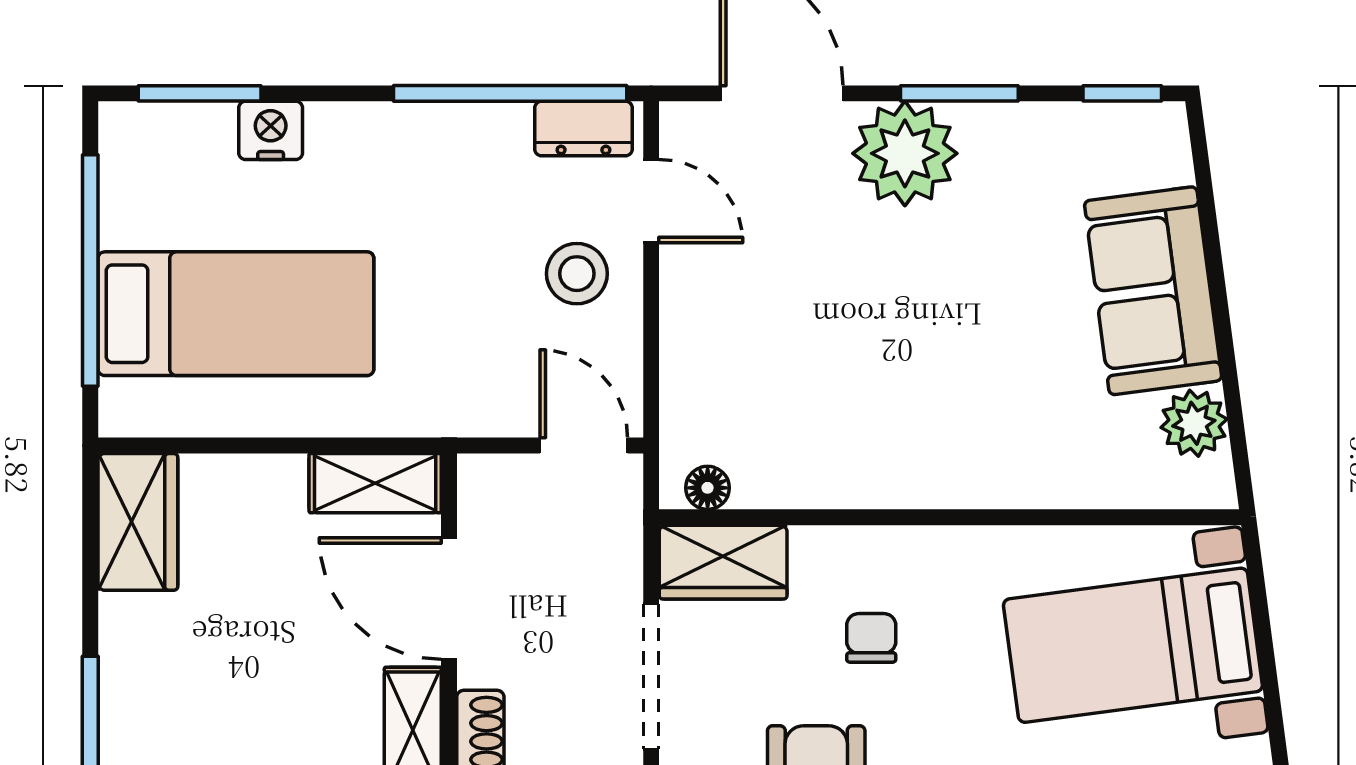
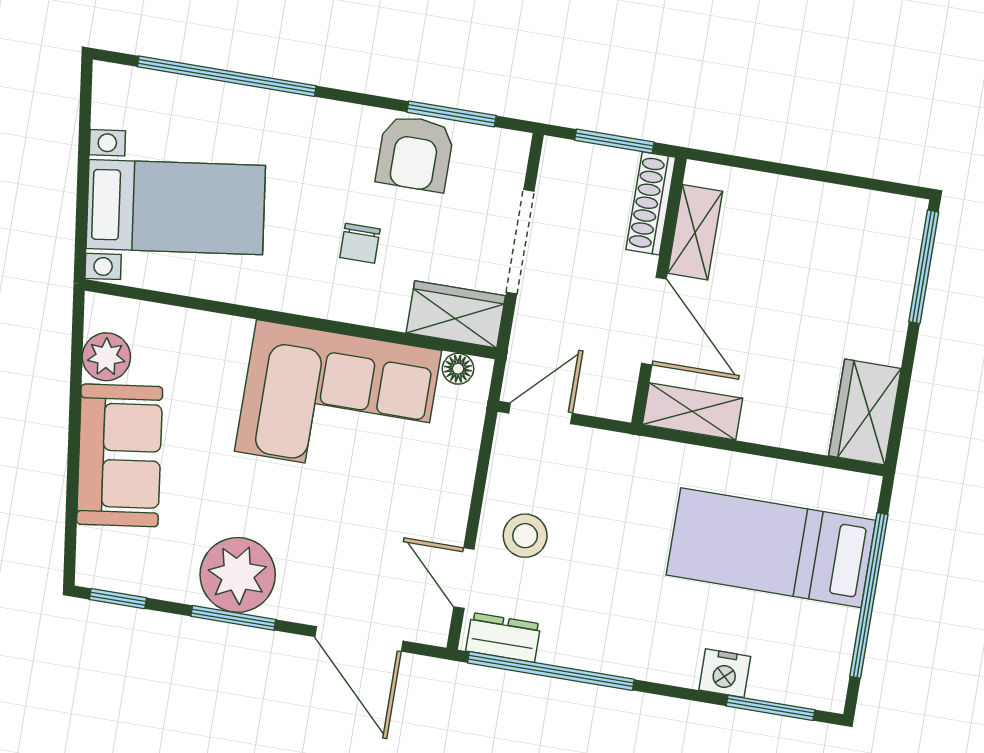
plant: (905, 153) -> (238, 575), moved
corner sofa: (865, 416) -> (338, 401), added
door: (584, 446) -> (541, 413), swing flipped

